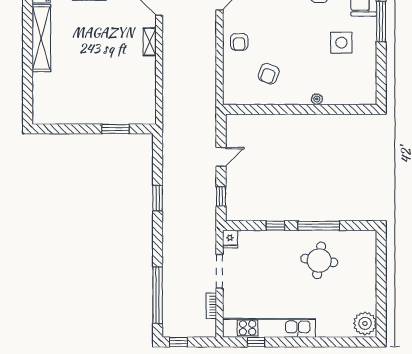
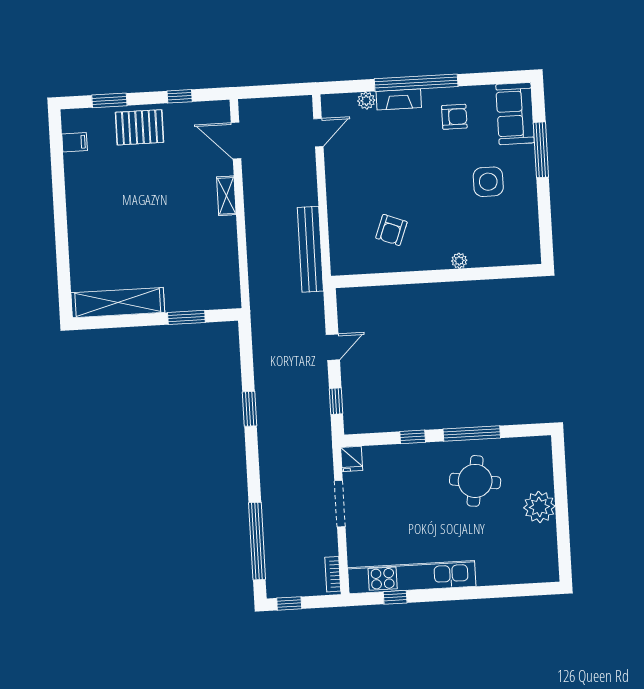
shelving: (41, 38) -> (118, 303), moved, turned 90
armchair: (239, 42) -> (349, 189), removed
bench: (209, 84) -> (310, 249), added
bookcase: (211, 306) -> (333, 574), moved
plant: (365, 323) -> (539, 507), moved

